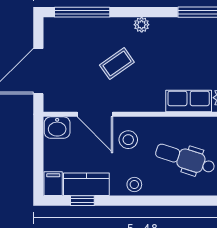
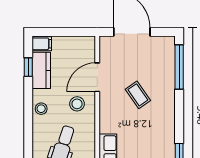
plant: (142, 25) -> (169, 114), removed
washbasin: (57, 128) -> (87, 47), removed

